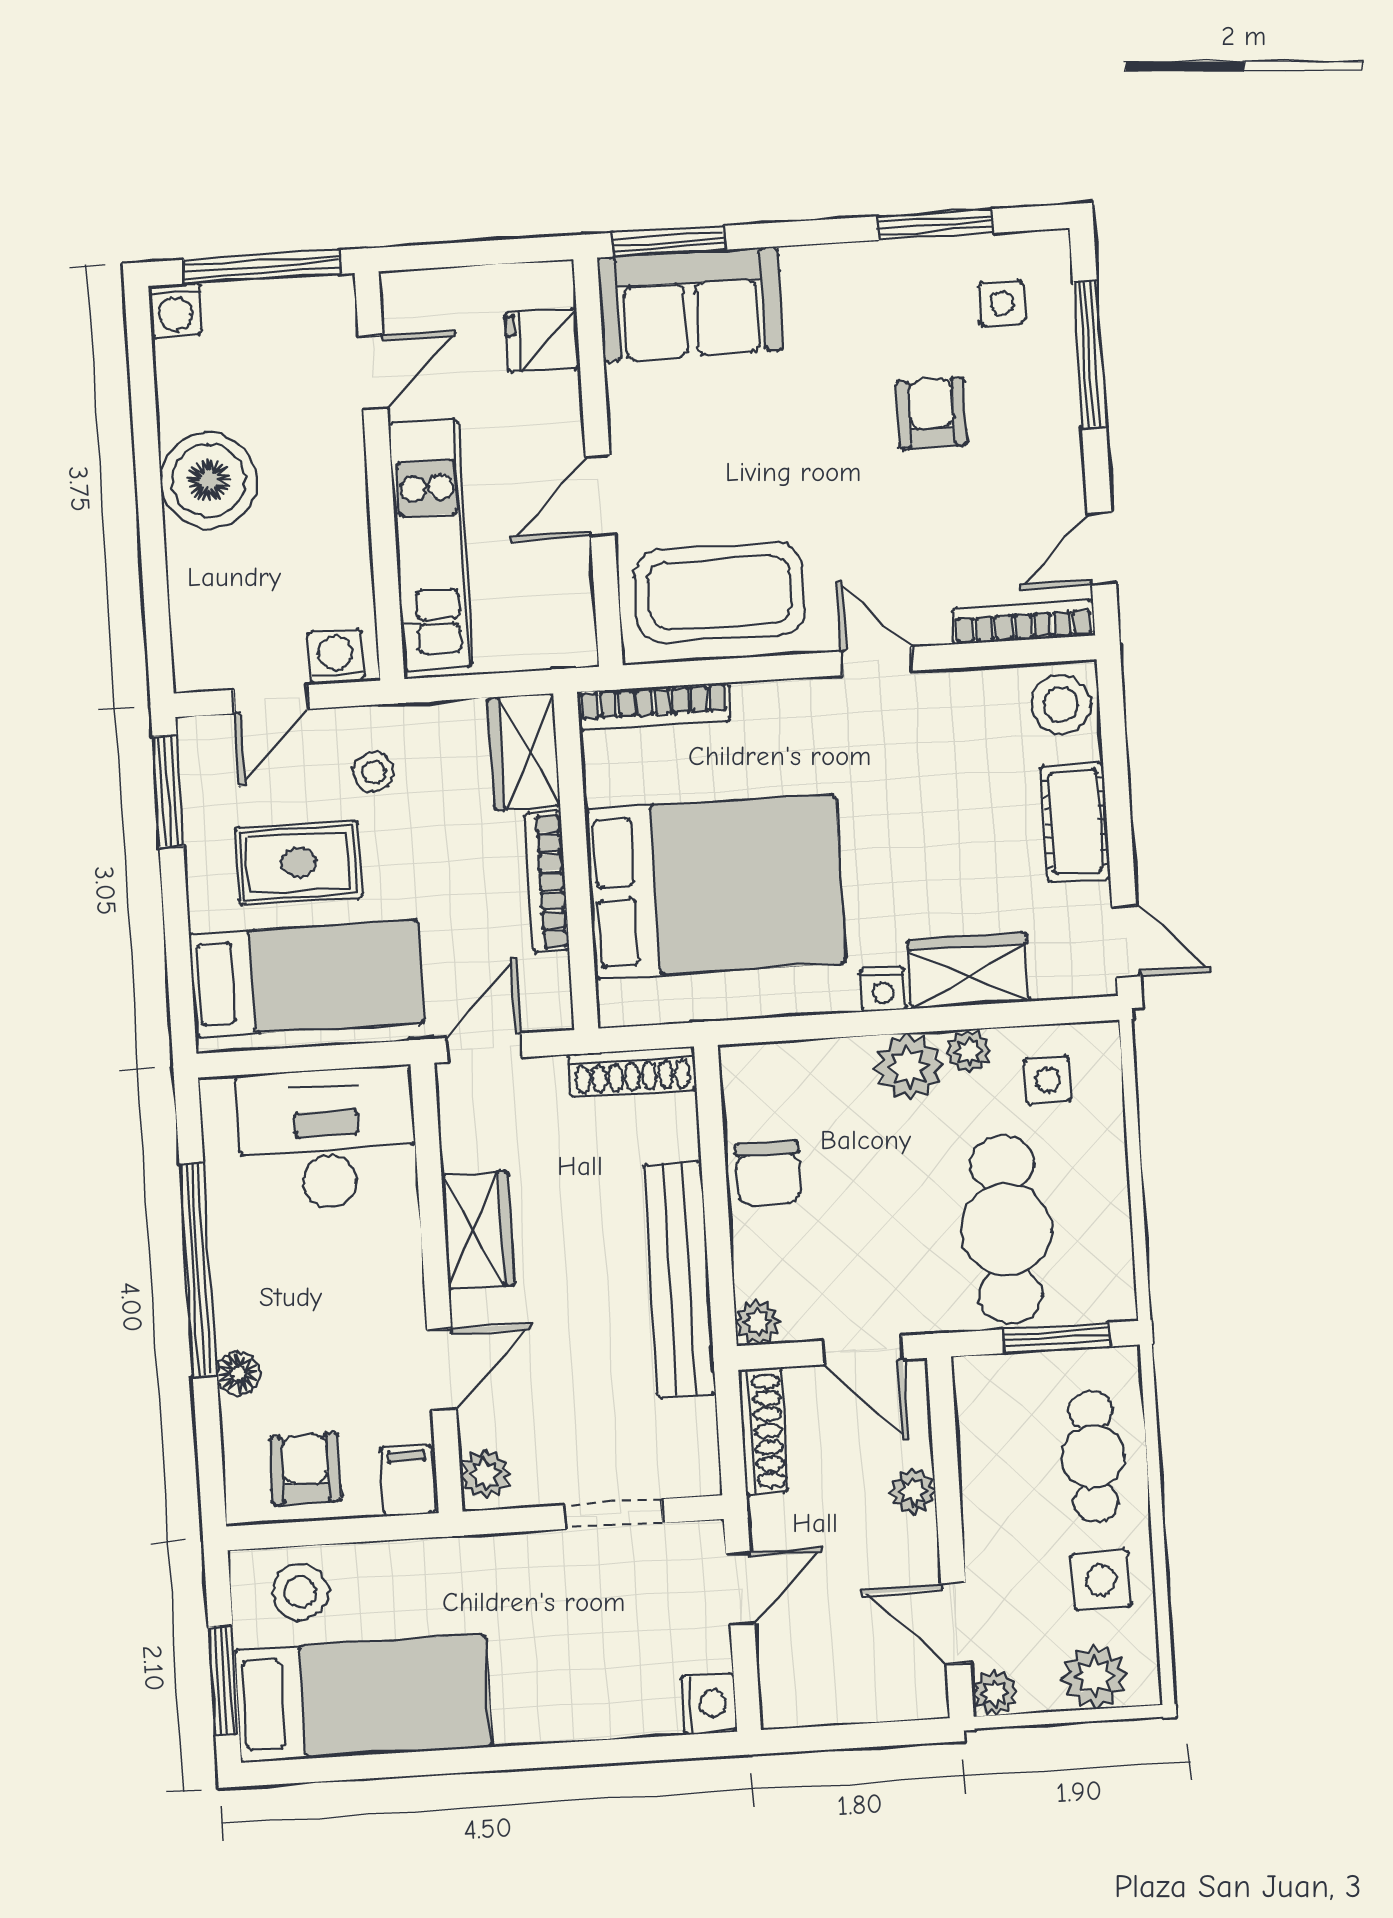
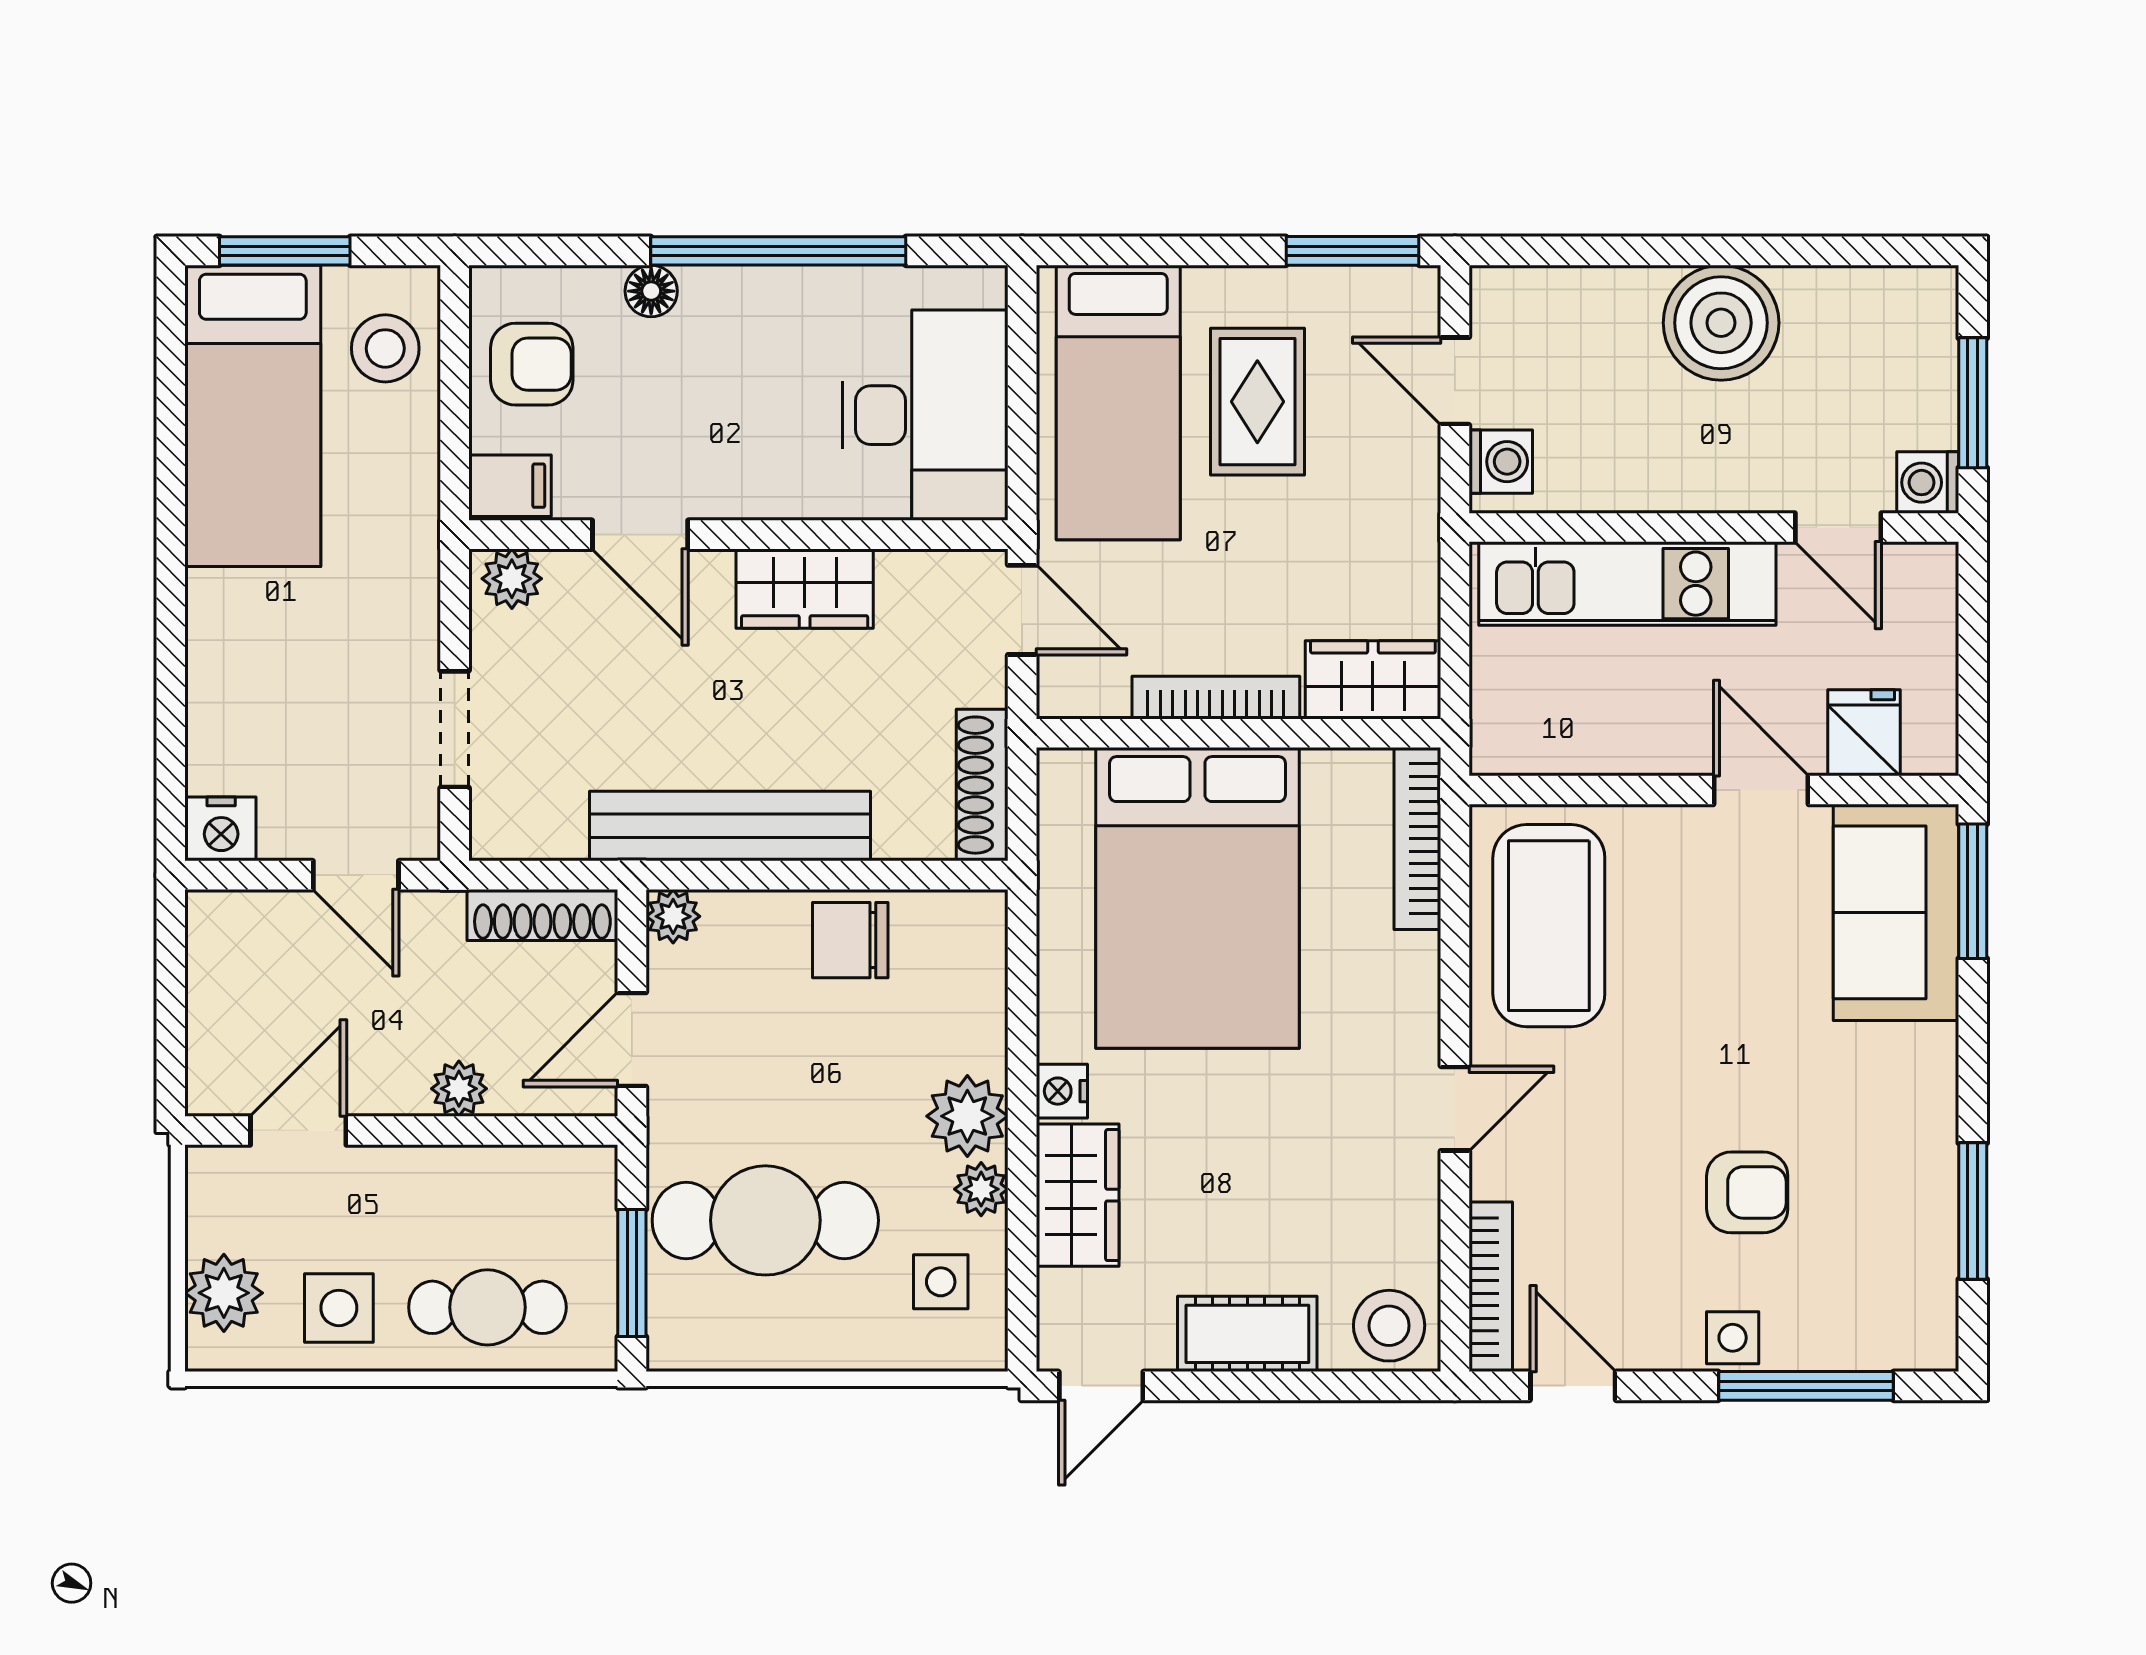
window: (262, 267) -> (1973, 403), width x0.69
side table: (1002, 303) -> (1733, 1338), moved
washing machine: (175, 310) -> (1928, 483), moved
door: (600, 496) -> (1761, 790), moved
stool: (374, 772) -> (1360, 498), removed
plant: (995, 1693) -> (212, 1172), removed

